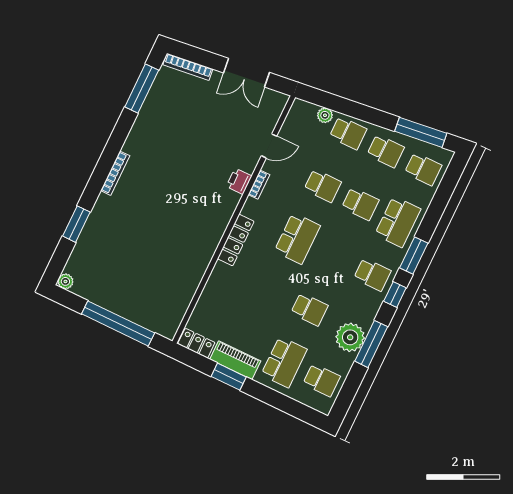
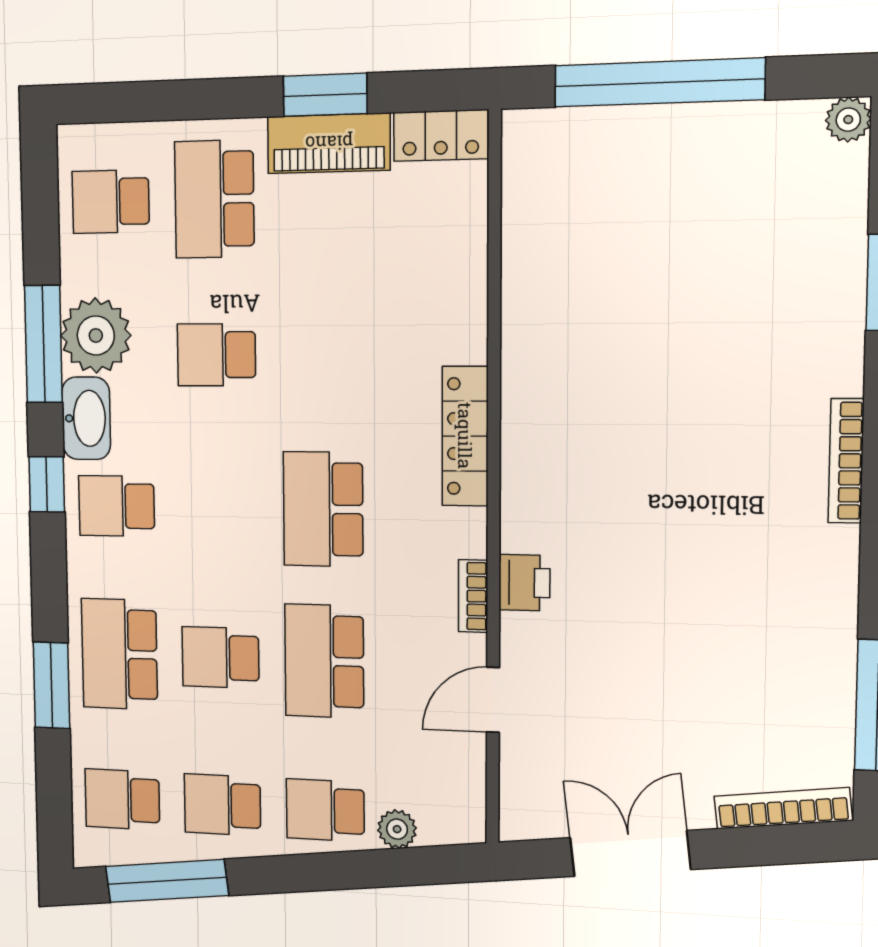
school desk: (323, 186) -> (324, 661), width x1.85
window: (414, 255) -> (51, 685), moved
washbasin: (368, 310) -> (86, 418), added

